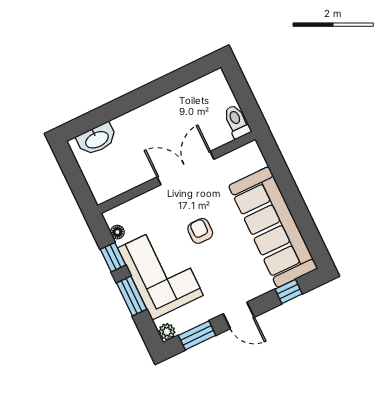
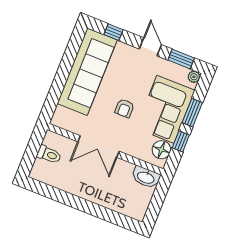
toilet: (237, 122) -> (49, 154), moved, turned -90
washbasin: (97, 139) -> (146, 177), moved, turned 180
floor lamp: (117, 232) -> (161, 150), width x1.89, depth x1.89

